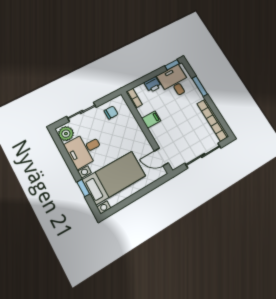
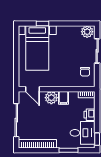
plant: (158, 132) -> (51, 98), added
desk: (84, 150) -> (69, 38), removed
door: (161, 157) -> (33, 89), swing flipped

